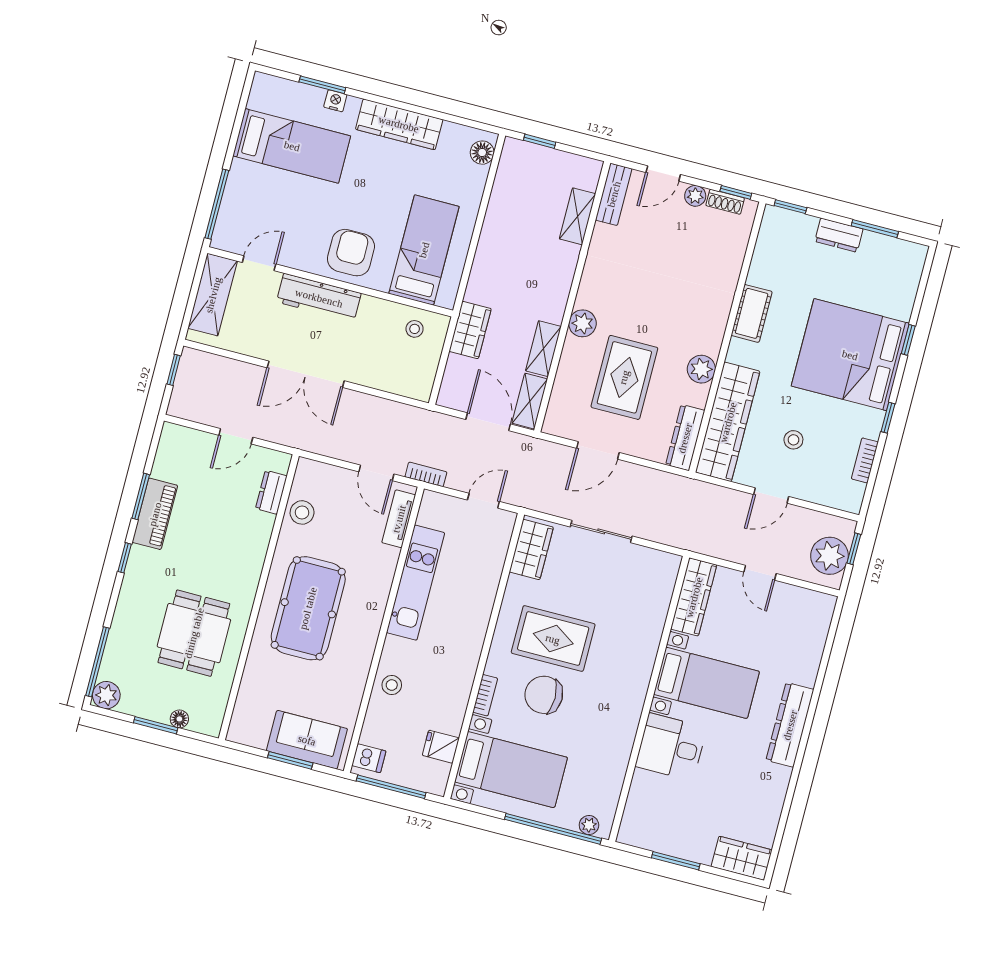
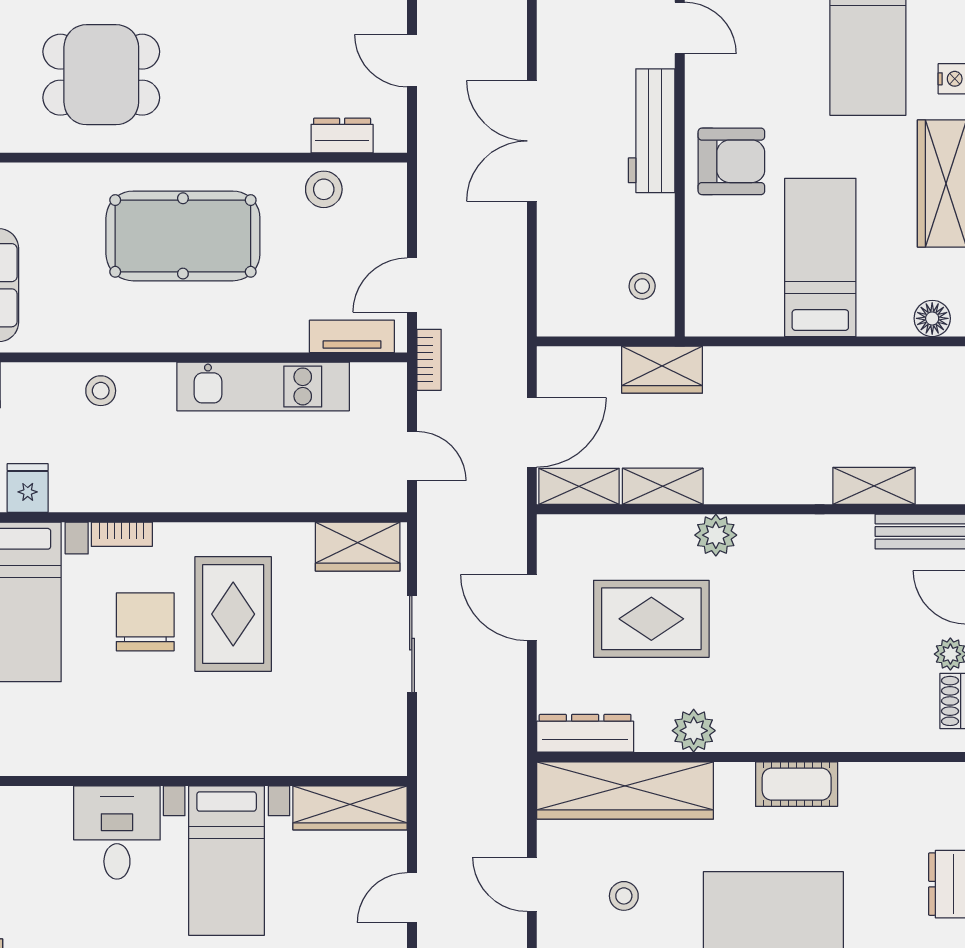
bed: (424, 250) -> (820, 257), moved, turned -90

